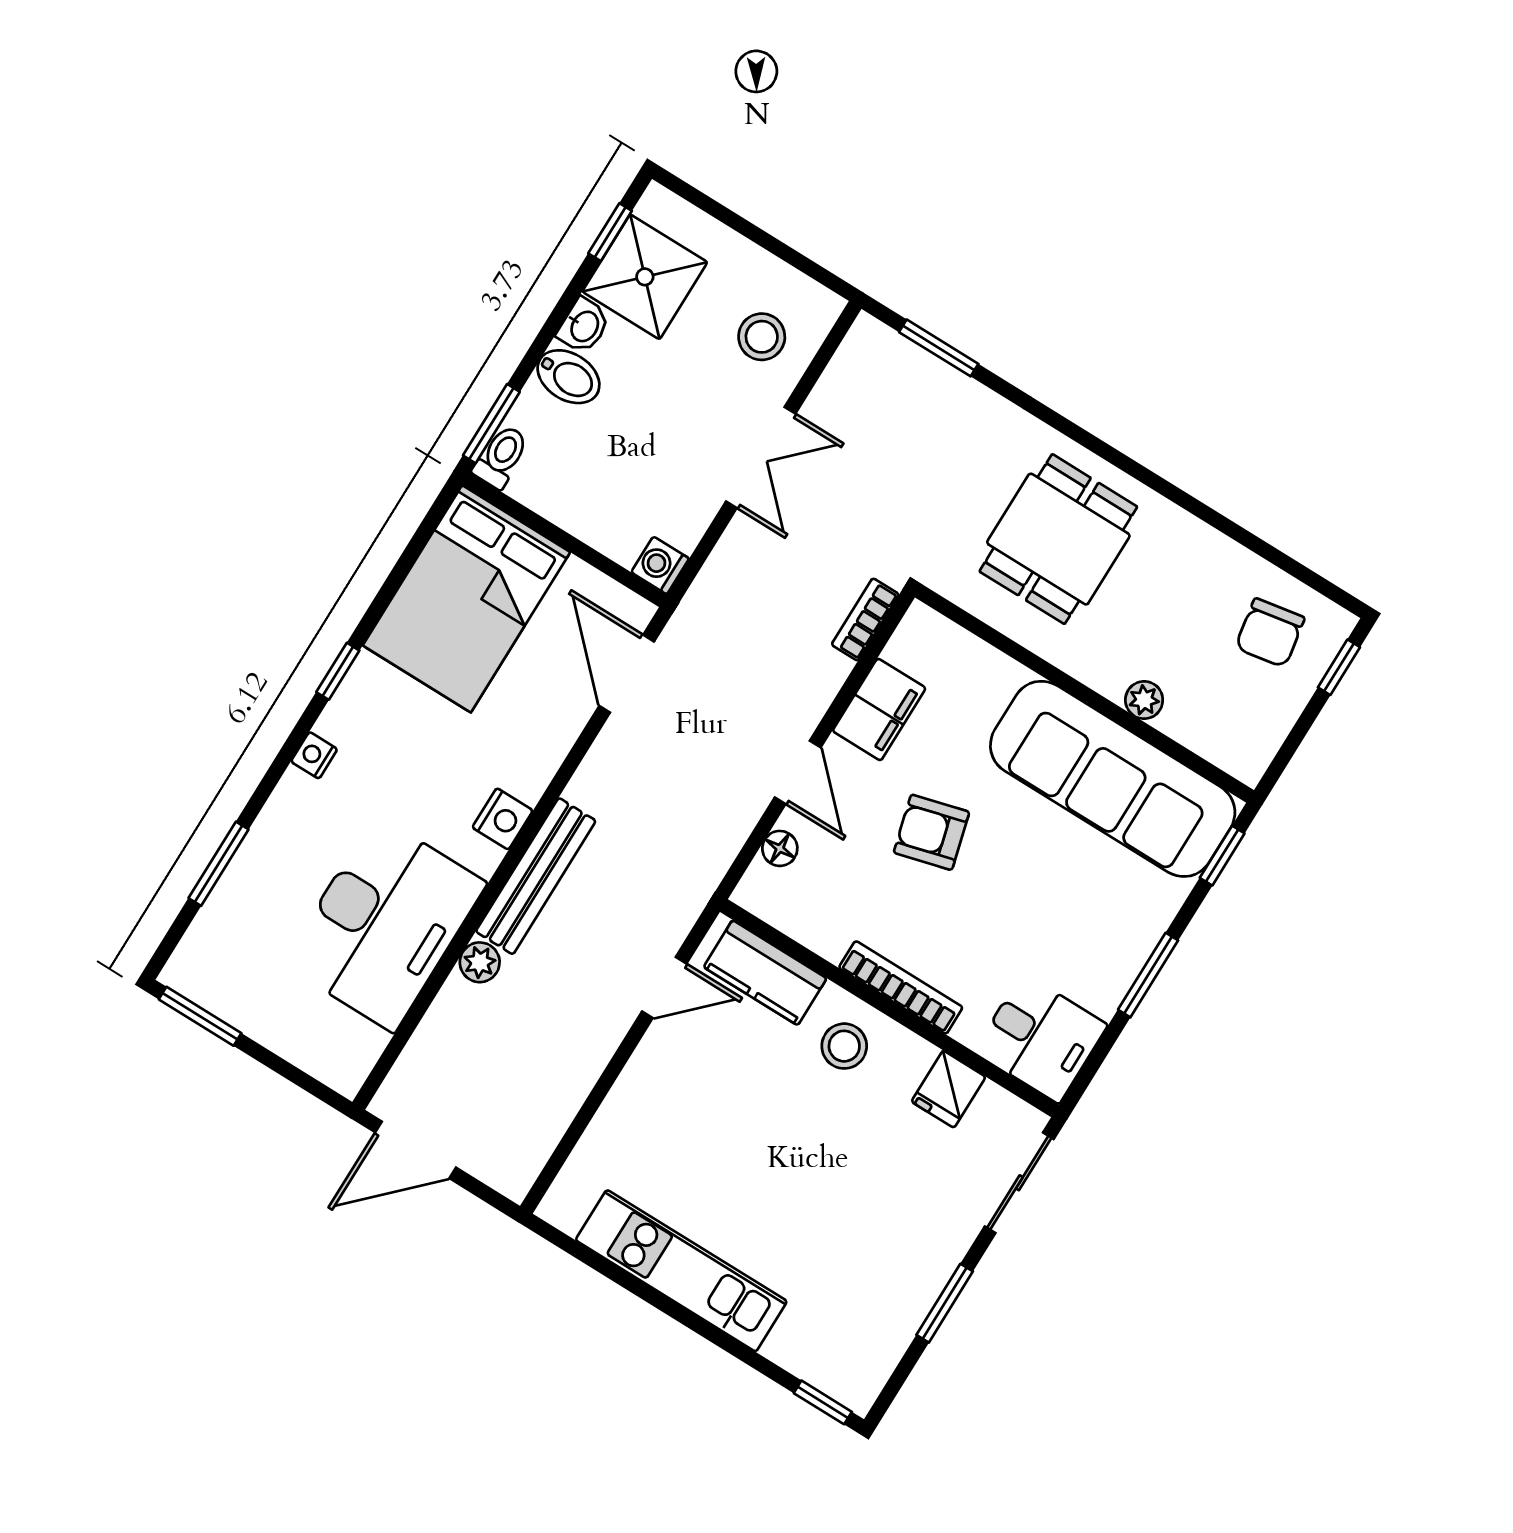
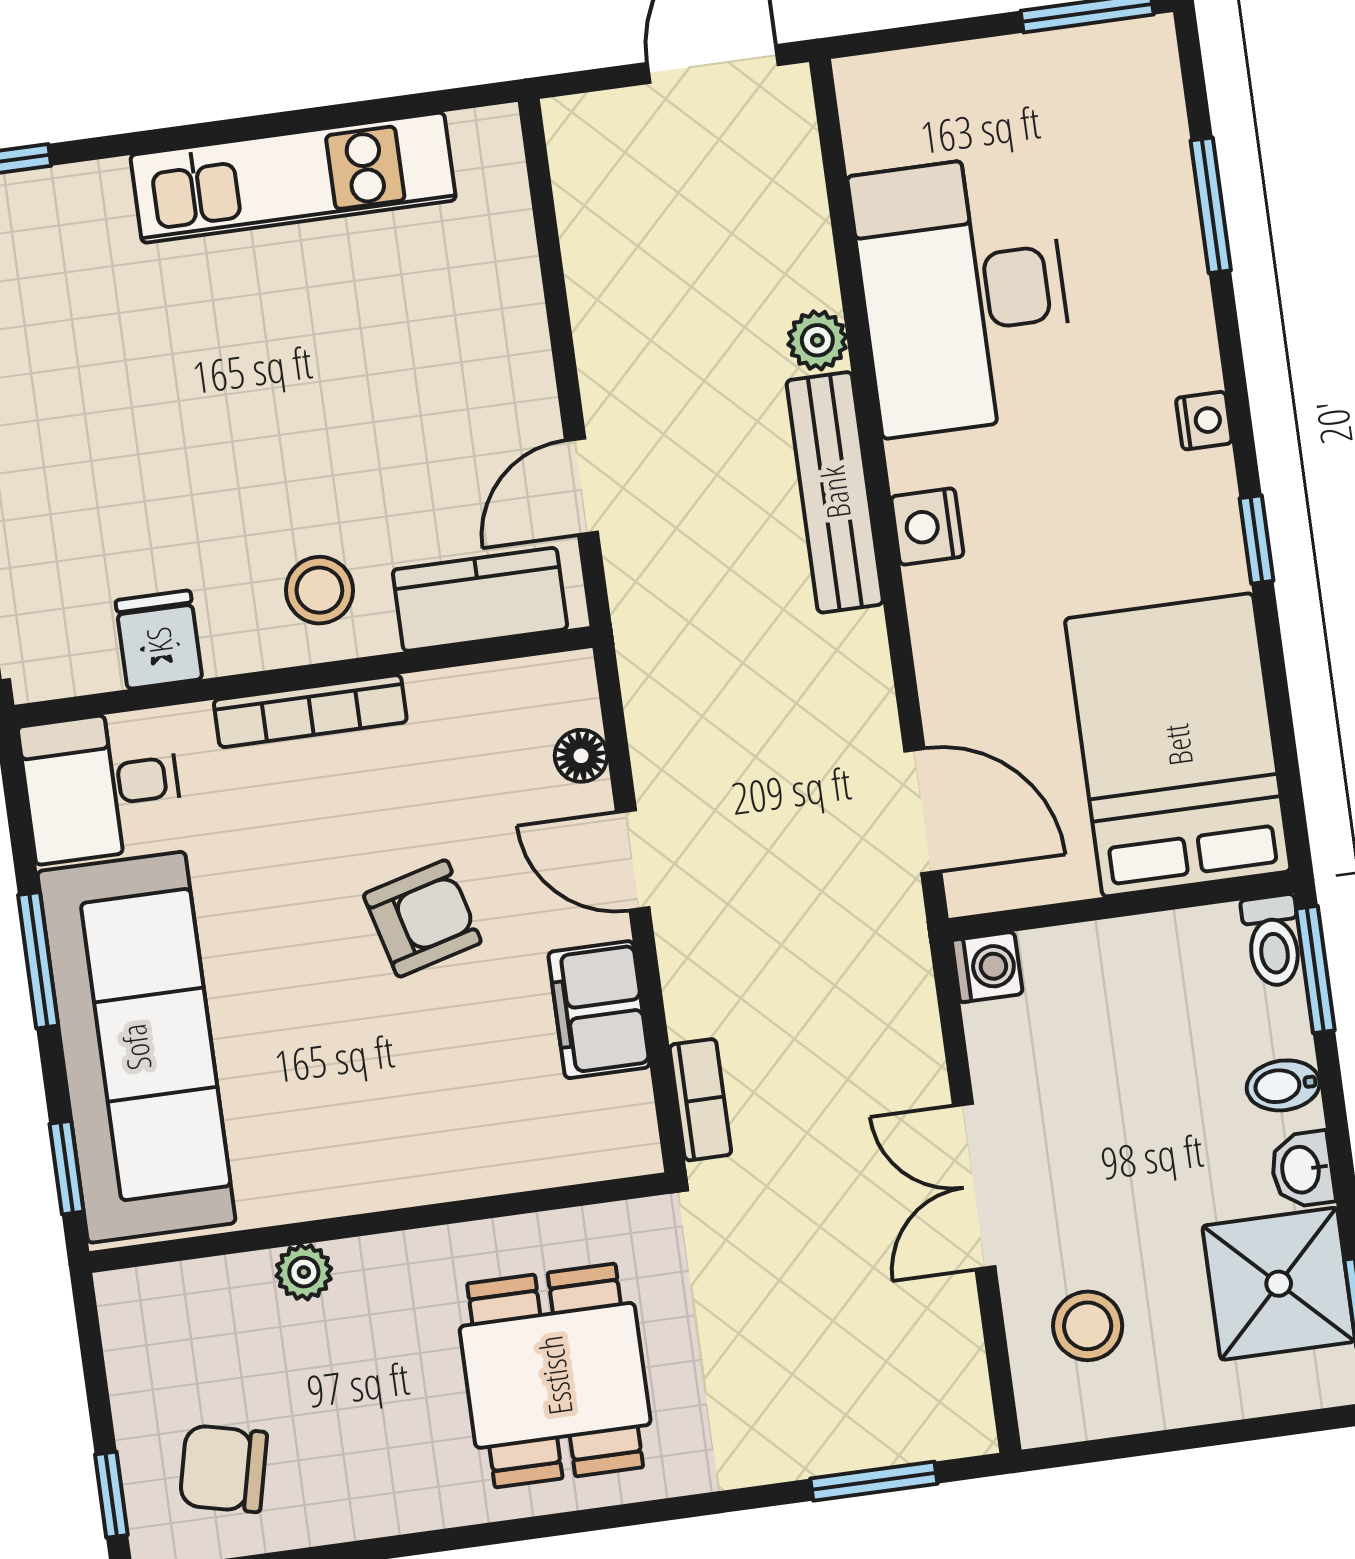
bidet: (568, 377) -> (1283, 1085), width x0.72, depth x0.74
chair: (1270, 633) -> (223, 1469), turned -67
sofa: (1113, 779) -> (136, 1047), moved, turned 90

